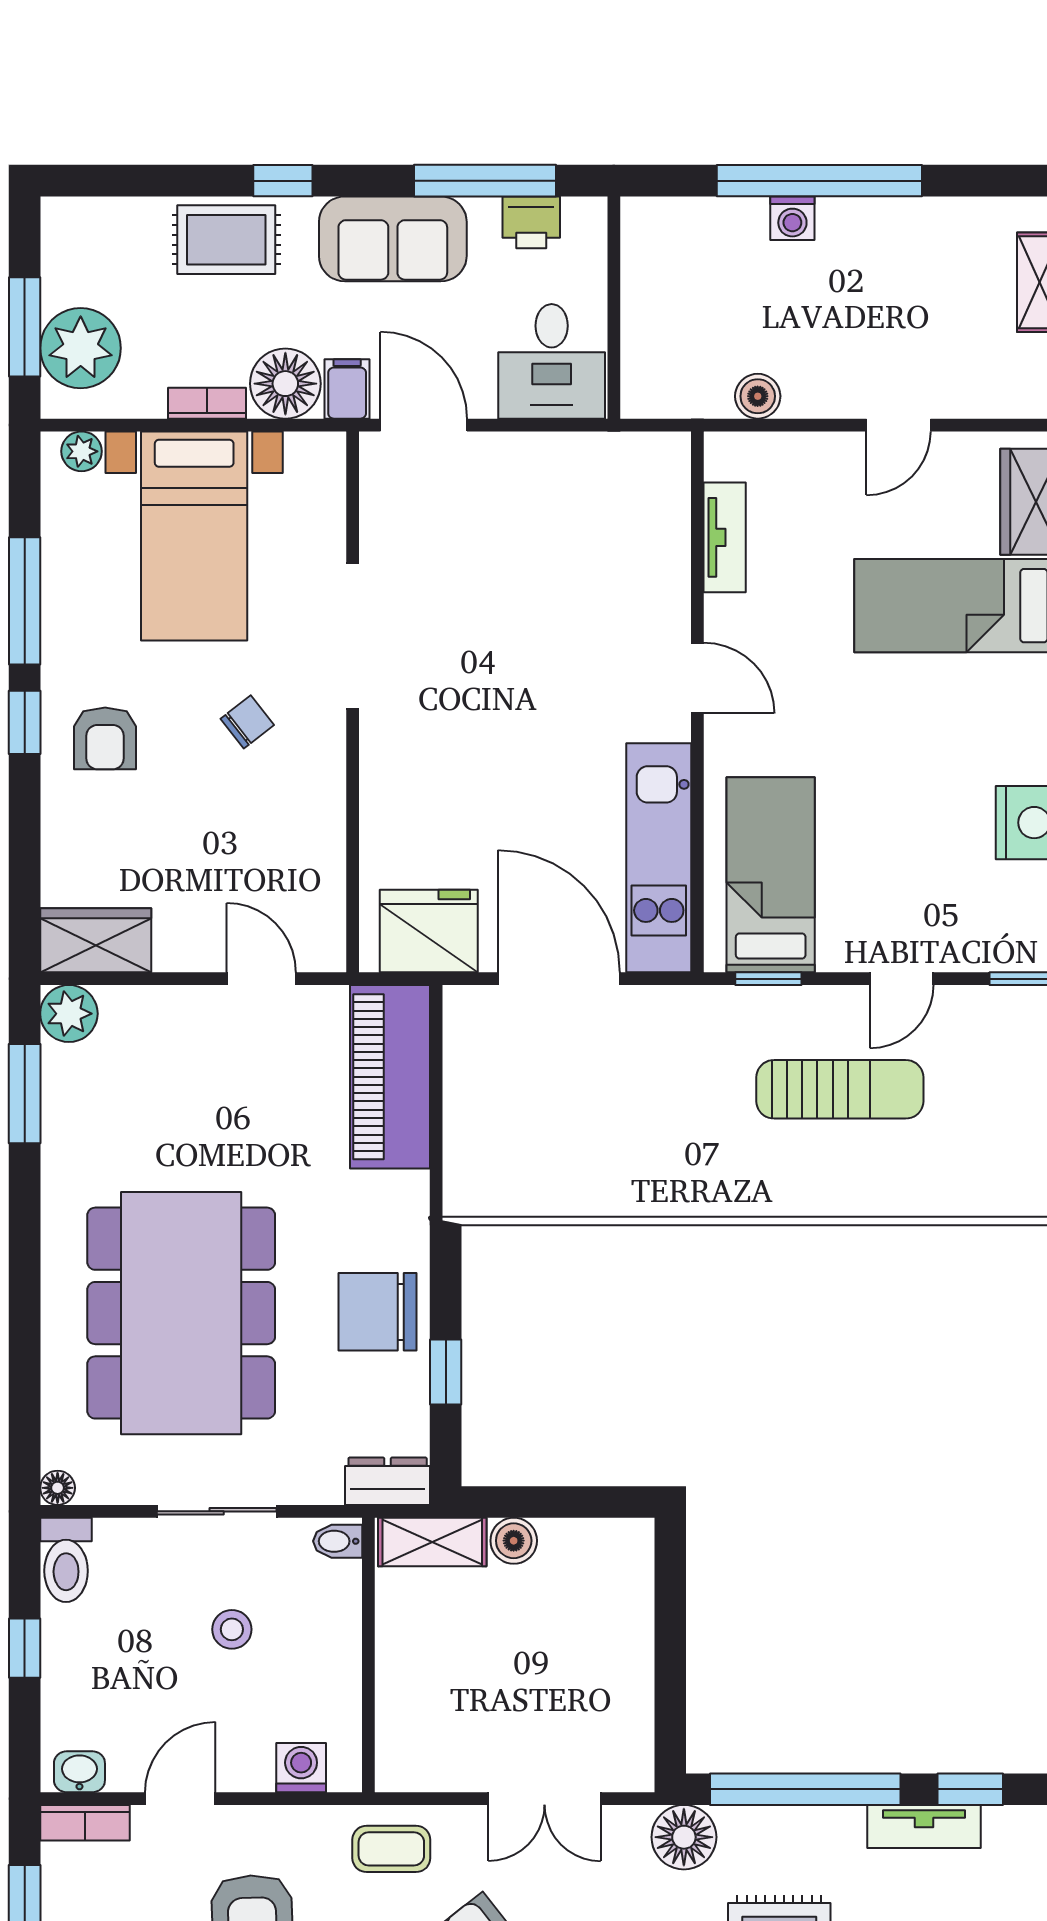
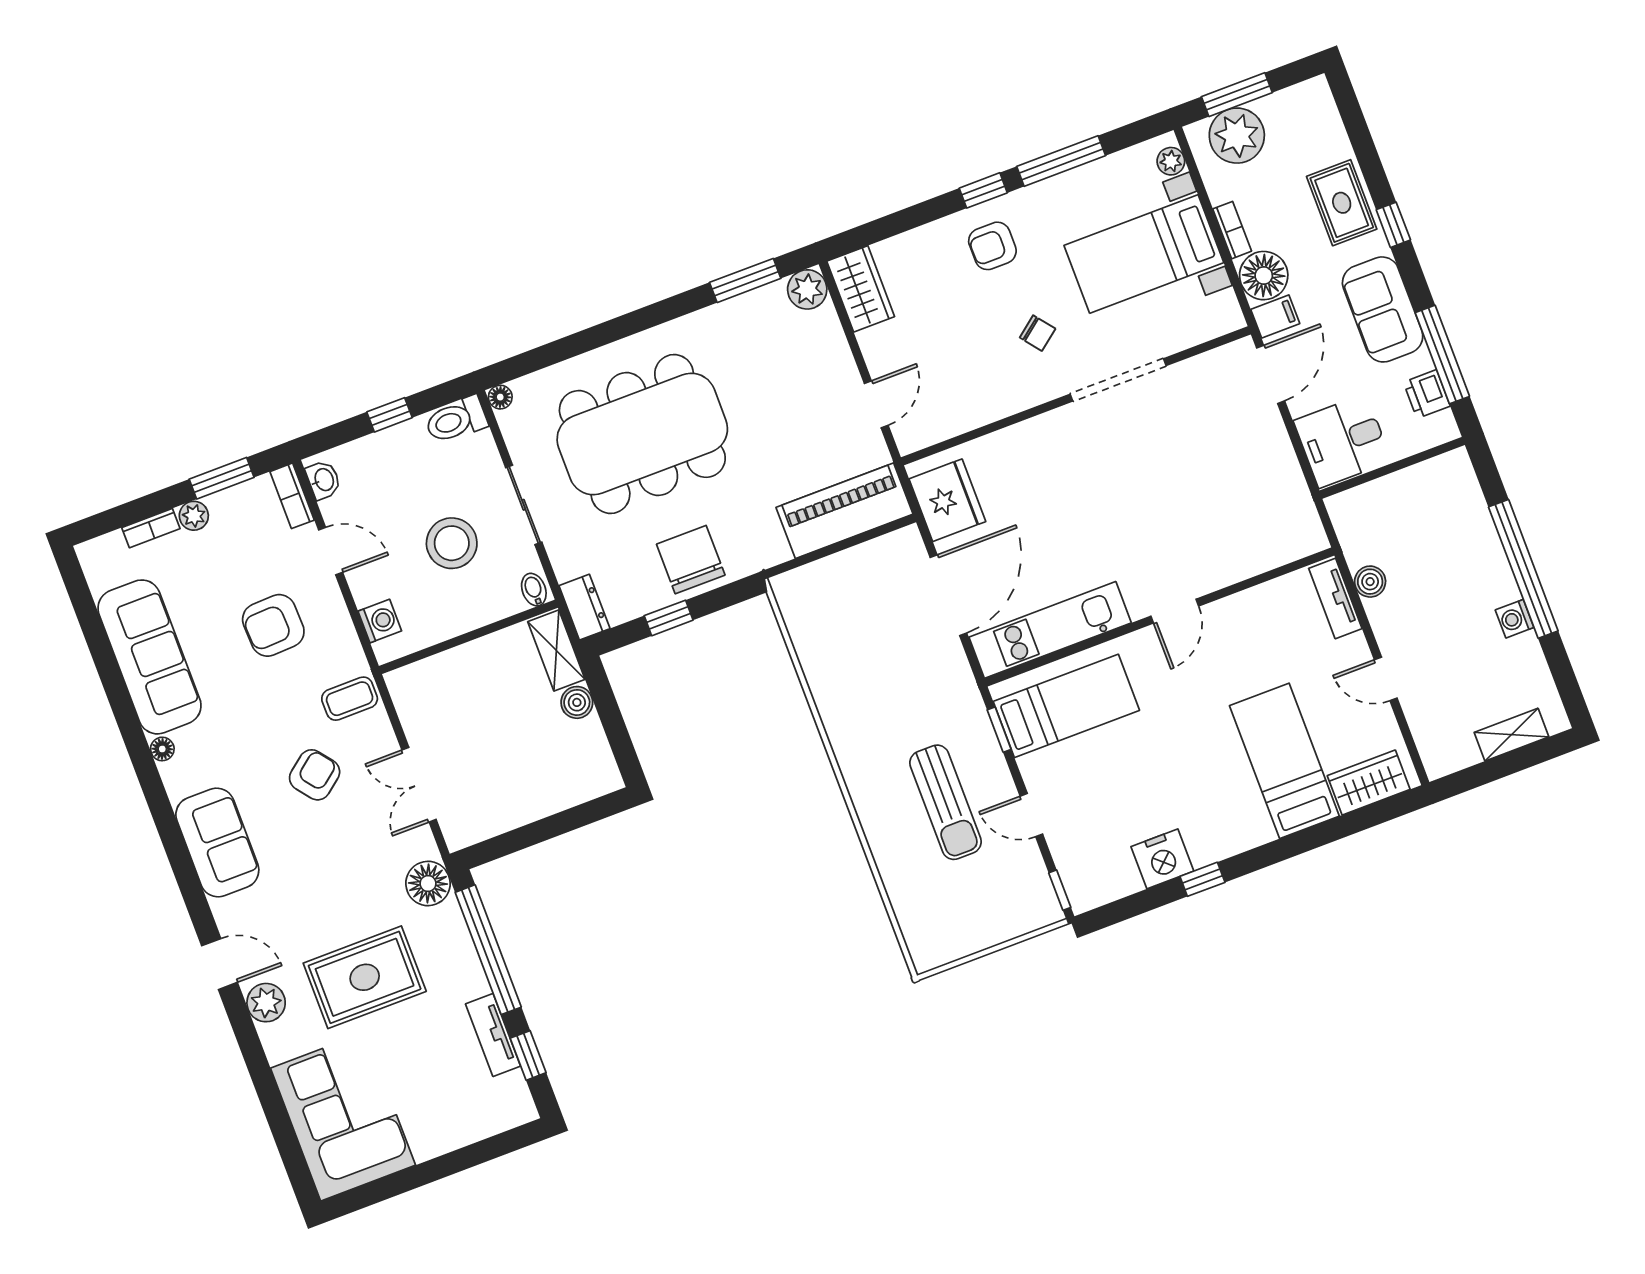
washing machine: (792, 218) -> (1515, 619), moved
tv unit: (725, 537) -> (1335, 598), moved, turned 90
stool: (232, 1629) -> (452, 543), width x1.89, depth x1.89
coffee table: (391, 1849) -> (350, 699), turned 90

